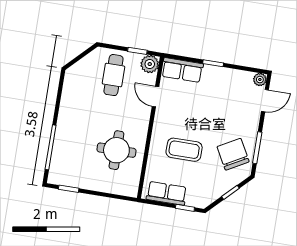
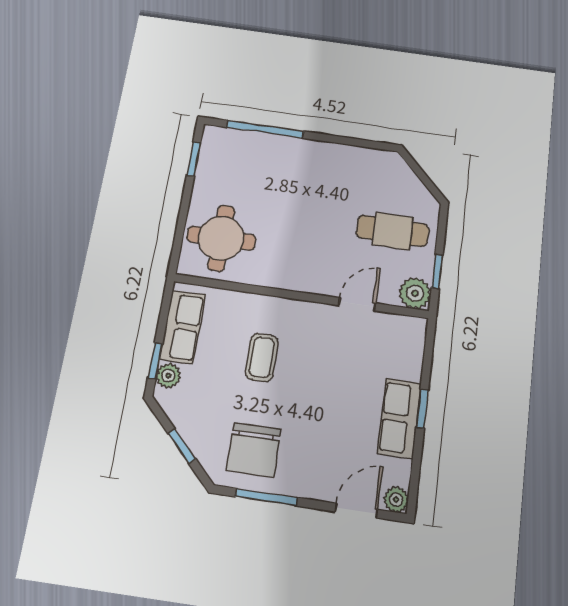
row of seats: (182, 70) -> (399, 418), moved
door: (265, 101) -> (356, 511), swing flipped
round table: (116, 150) -> (221, 238), moved
coffee table: (184, 150) -> (262, 357), width x0.73, depth x0.77
chair: (233, 154) -> (254, 450), turned 119
plant: (193, 200) -> (168, 376), added

